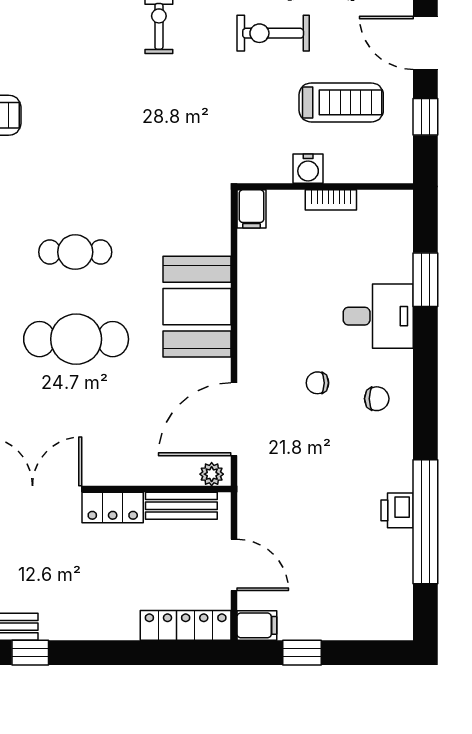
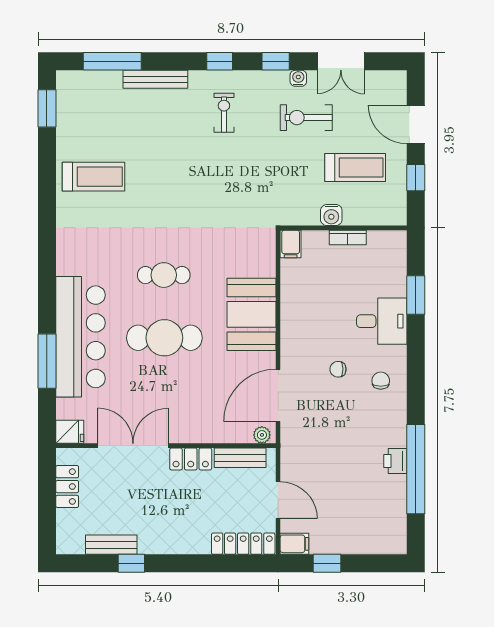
chair: (377, 399) -> (381, 381), turned -90

